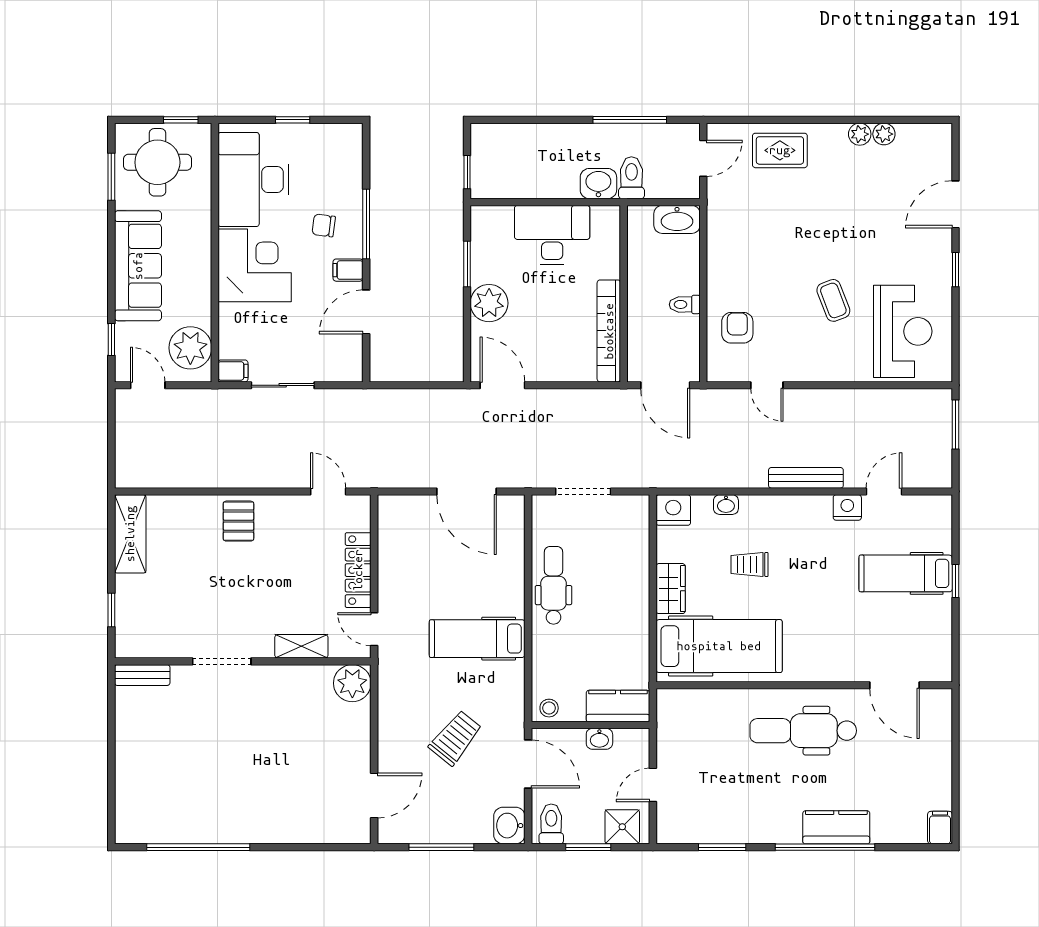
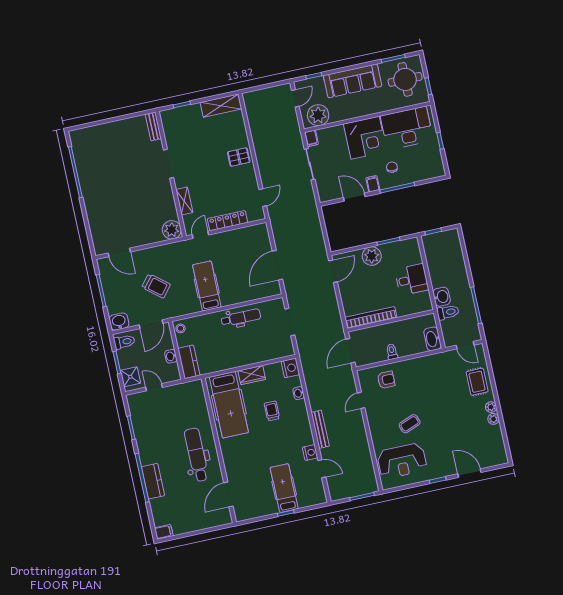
plant: (884, 134) -> (491, 407), moved
desk: (552, 235) -> (412, 280), width x0.73

